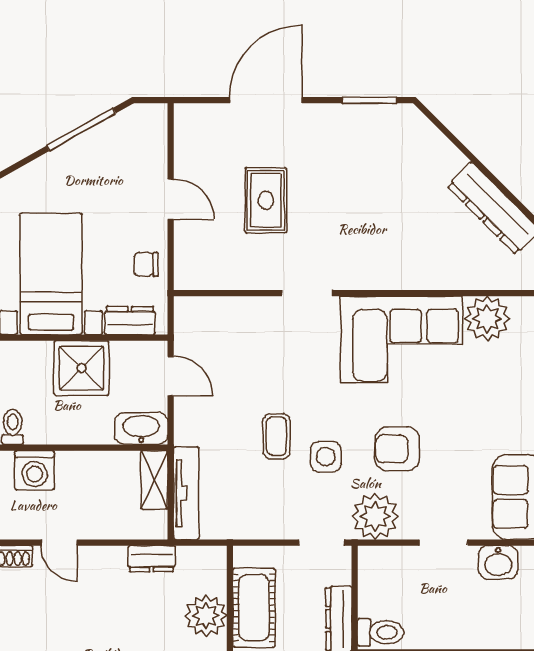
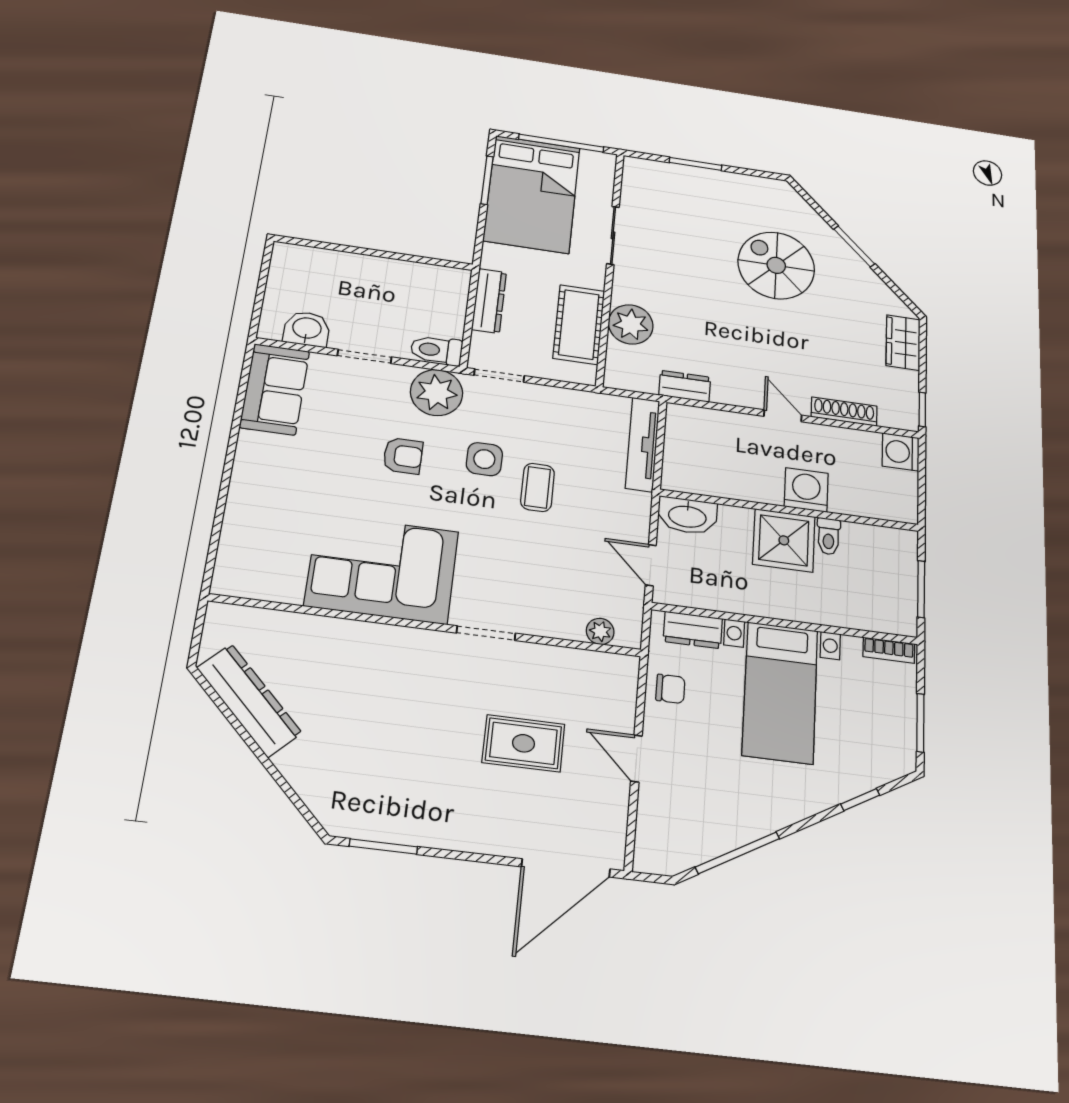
door: (266, 100) -> (566, 868), moved
rug: (266, 200) -> (523, 743), turned 90
plant: (487, 319) -> (600, 631), moved, width x0.53, depth x0.53
shower: (82, 368) -> (784, 540), moved
armchair: (397, 449) -> (403, 456), width x0.72, depth x0.72
shelving: (154, 480) -> (676, 462), removed
toilet: (380, 632) -> (436, 350), moved

